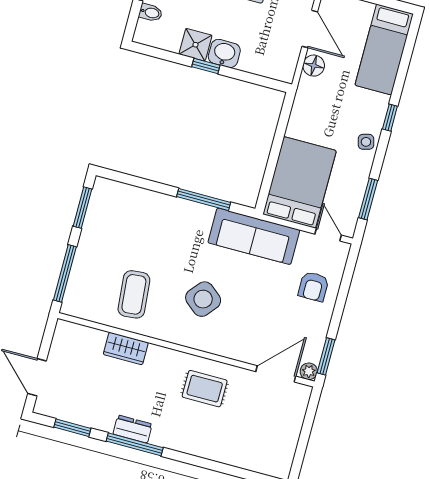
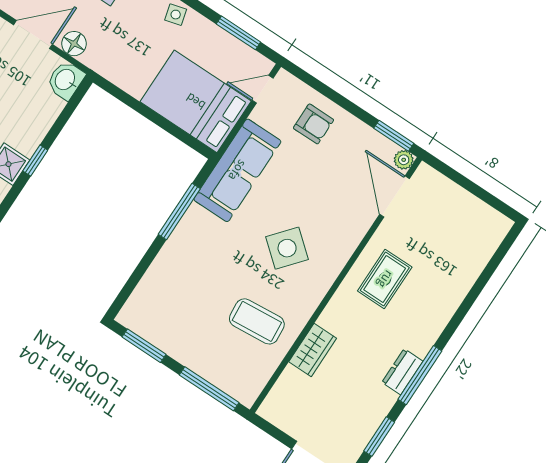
washbasin: (224, 53) -> (66, 80), moved

